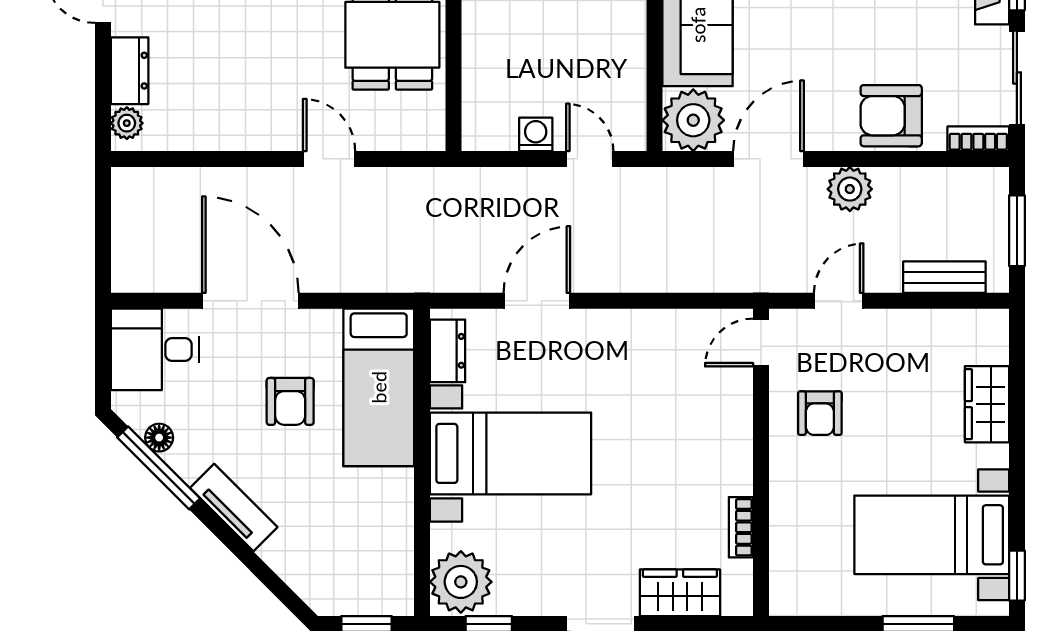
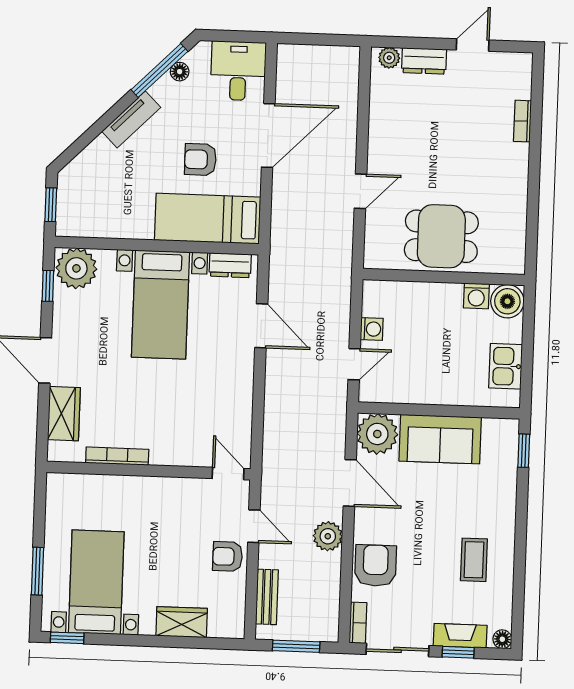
armchair: (820, 413) -> (228, 556), moved
bookcase: (741, 527) -> (117, 456), width x1.56

